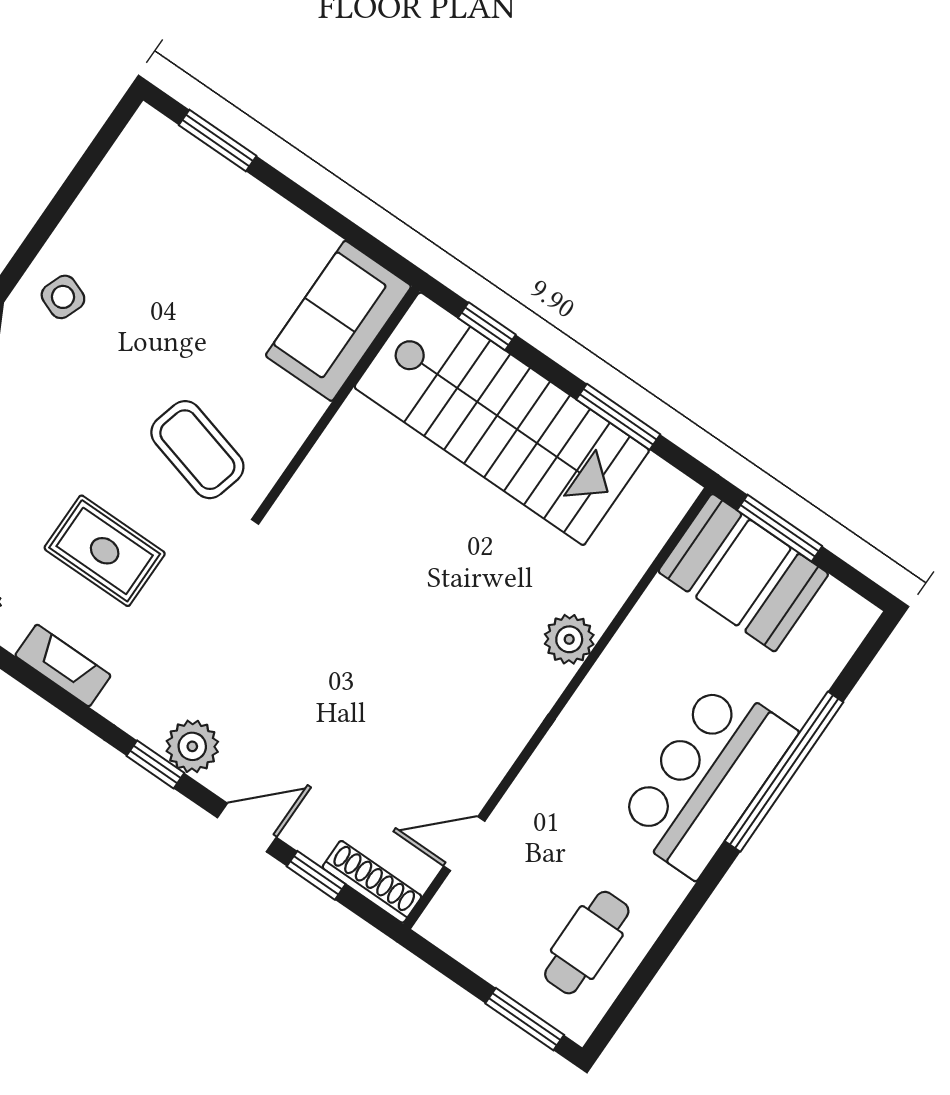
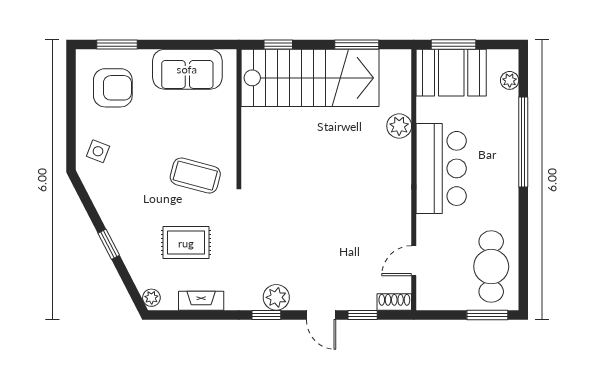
armchair: (161, 208) -> (113, 88), added
sofa: (338, 321) -> (187, 69), moved, turned -90
plant: (569, 639) -> (399, 126), moved
plant: (832, 653) -> (510, 80), added
bar counter: (706, 778) -> (441, 168), moved, turned 180
door: (247, 828) -> (321, 315), swing flipped
shoe rack: (372, 882) -> (394, 302), width x0.70
cafe table: (587, 943) -> (491, 267), width x1.37, depth x1.35

